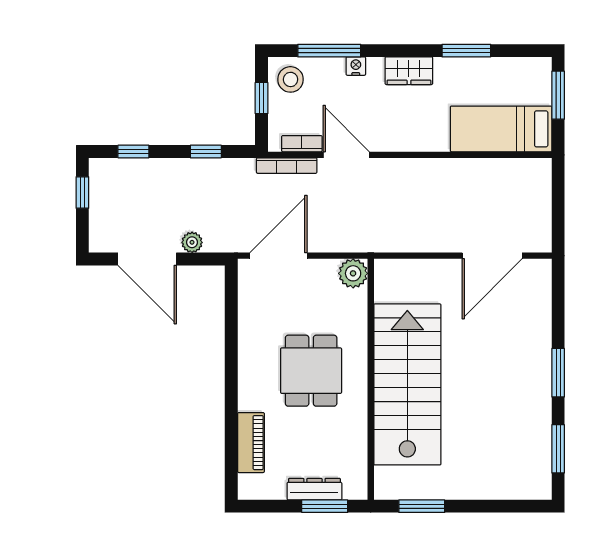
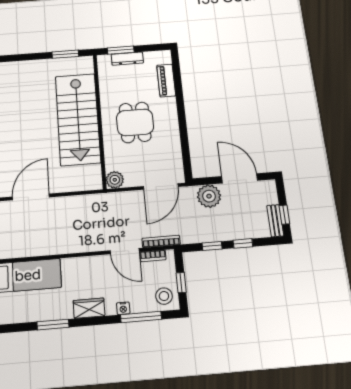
window: (133, 152) -> (243, 243), moved
bench: (99, 184) -> (275, 221), added
plant: (192, 242) -> (209, 196), width x1.87, depth x1.87

